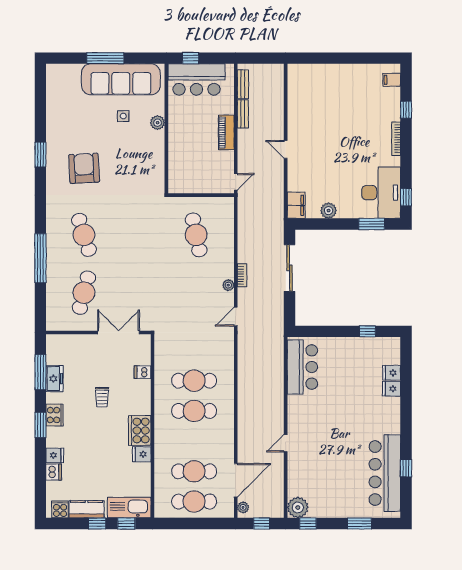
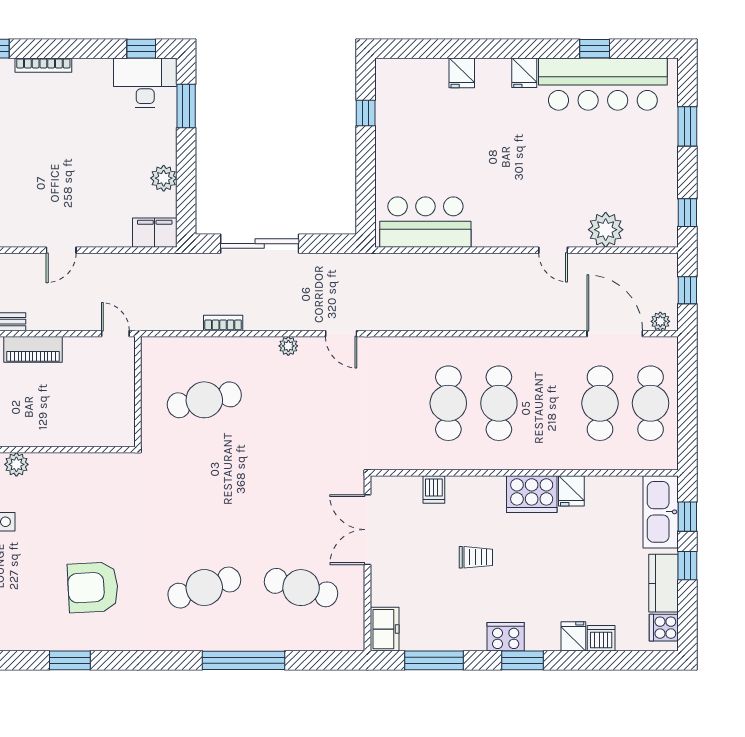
desk: (381, 193) -> (145, 83), width x0.73, depth x0.77
bookcase: (242, 275) -> (223, 323), moved
fridge: (392, 373) -> (524, 73), moved
freezer: (55, 379) -> (385, 629), moved, turned 90
plant: (298, 507) -> (606, 230), moved

